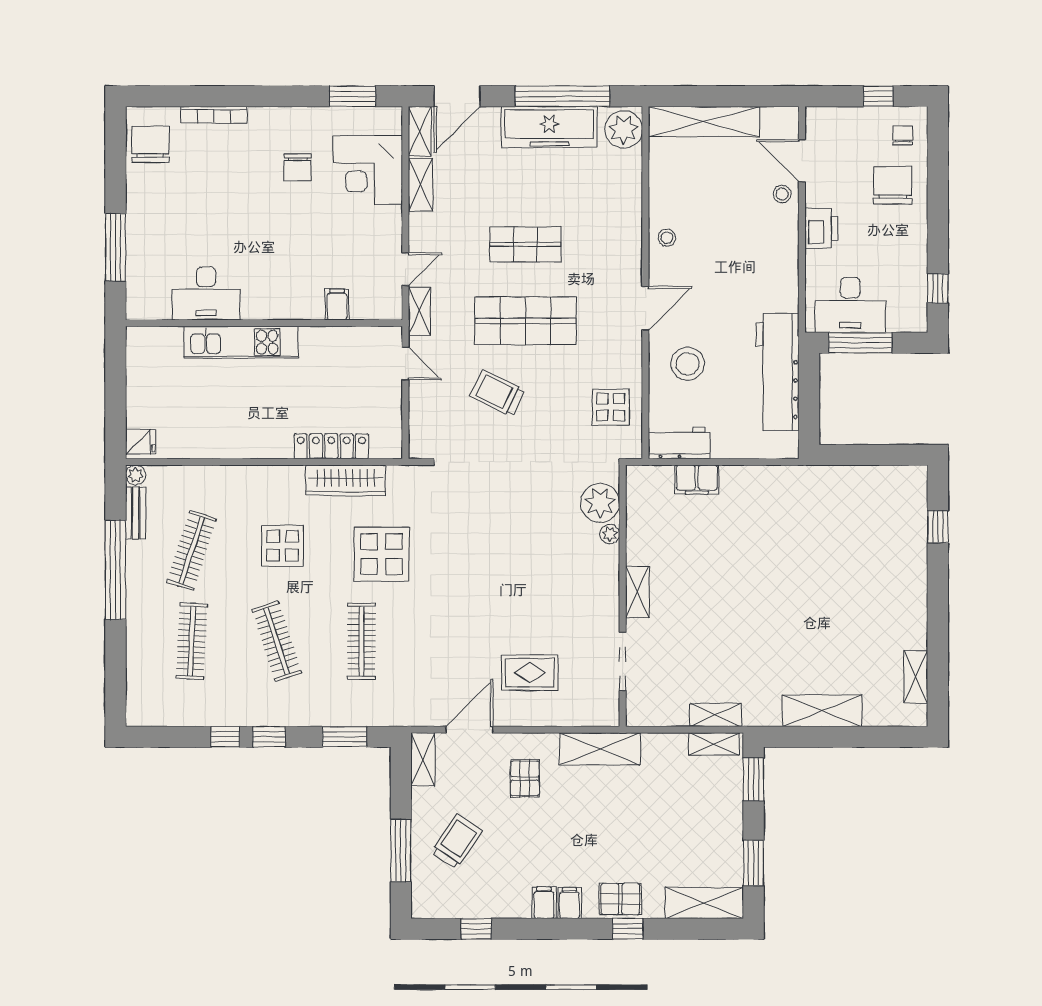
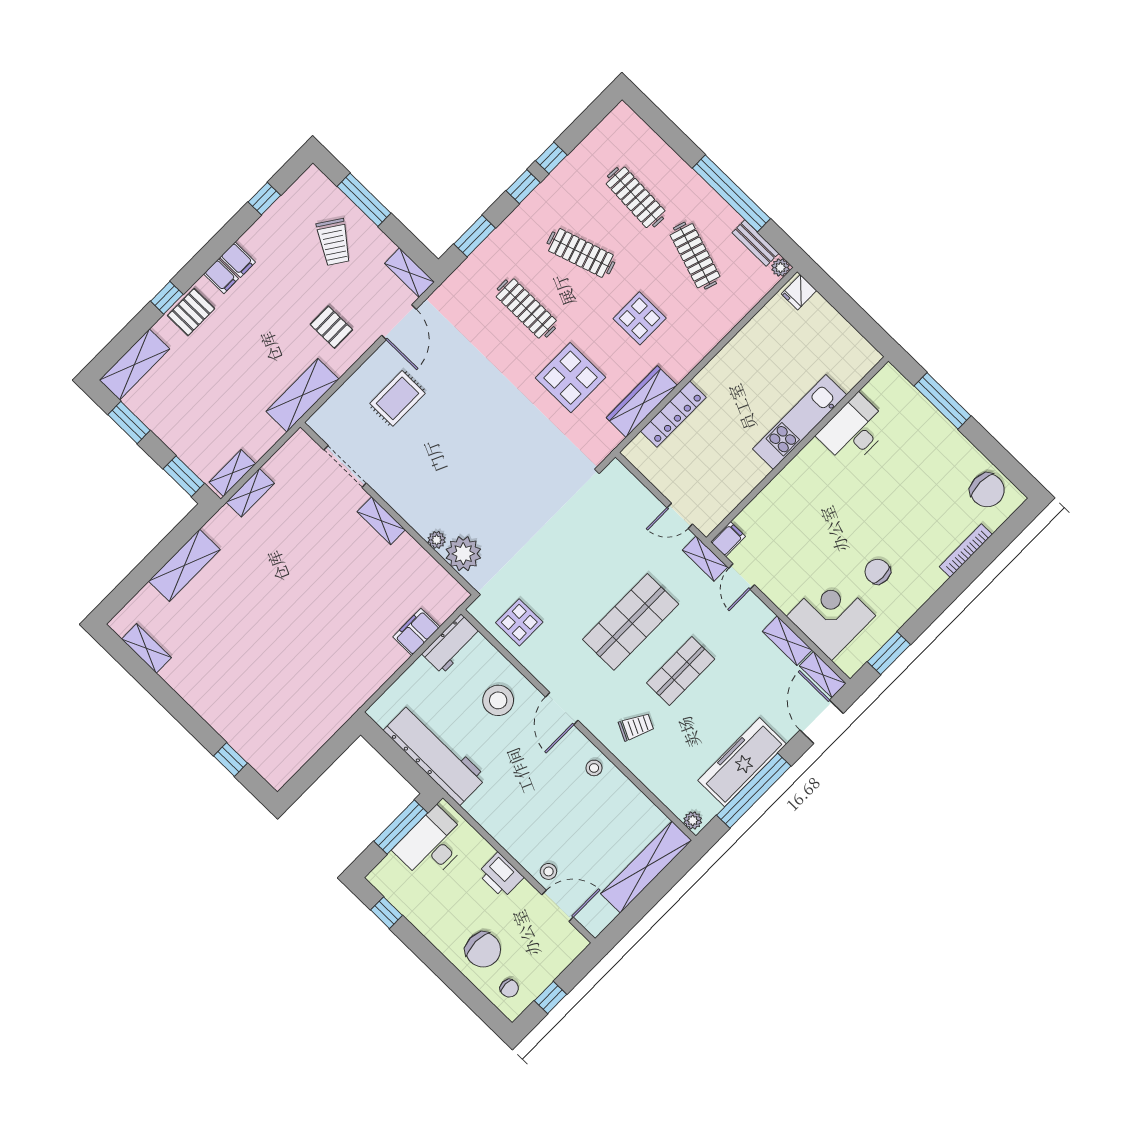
plant: (623, 130) -> (693, 820), width x0.53, depth x0.53
filing cabinet: (337, 304) -> (728, 539), moved, turned -90
trolley: (497, 393) -> (636, 727), moved, width x0.73, depth x0.72

